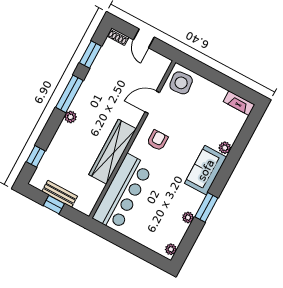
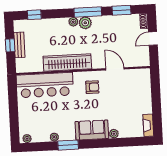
side table: (181, 83) -> (139, 80), removed
plant: (80, 104) -> (85, 23), added

